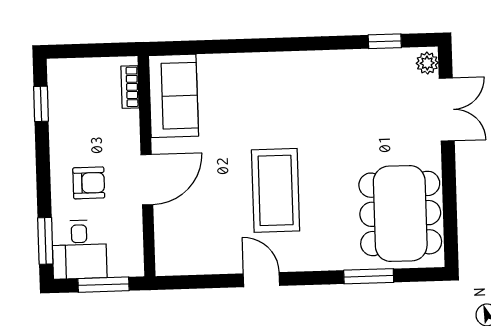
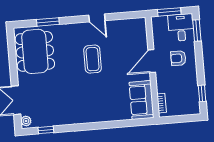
coffee table: (276, 190) -> (93, 59), width x0.73, depth x0.76

